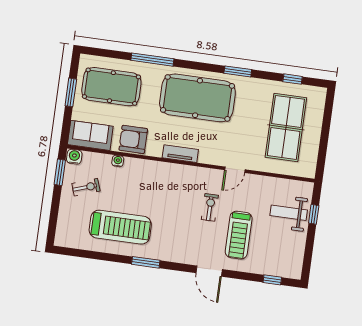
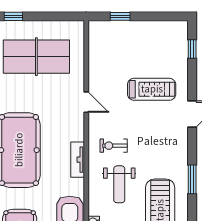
window: (328, 111) -> (13, 16), added
exercise bike: (210, 207) -> (114, 146), moved
weight bench: (289, 213) -> (119, 184), moved

